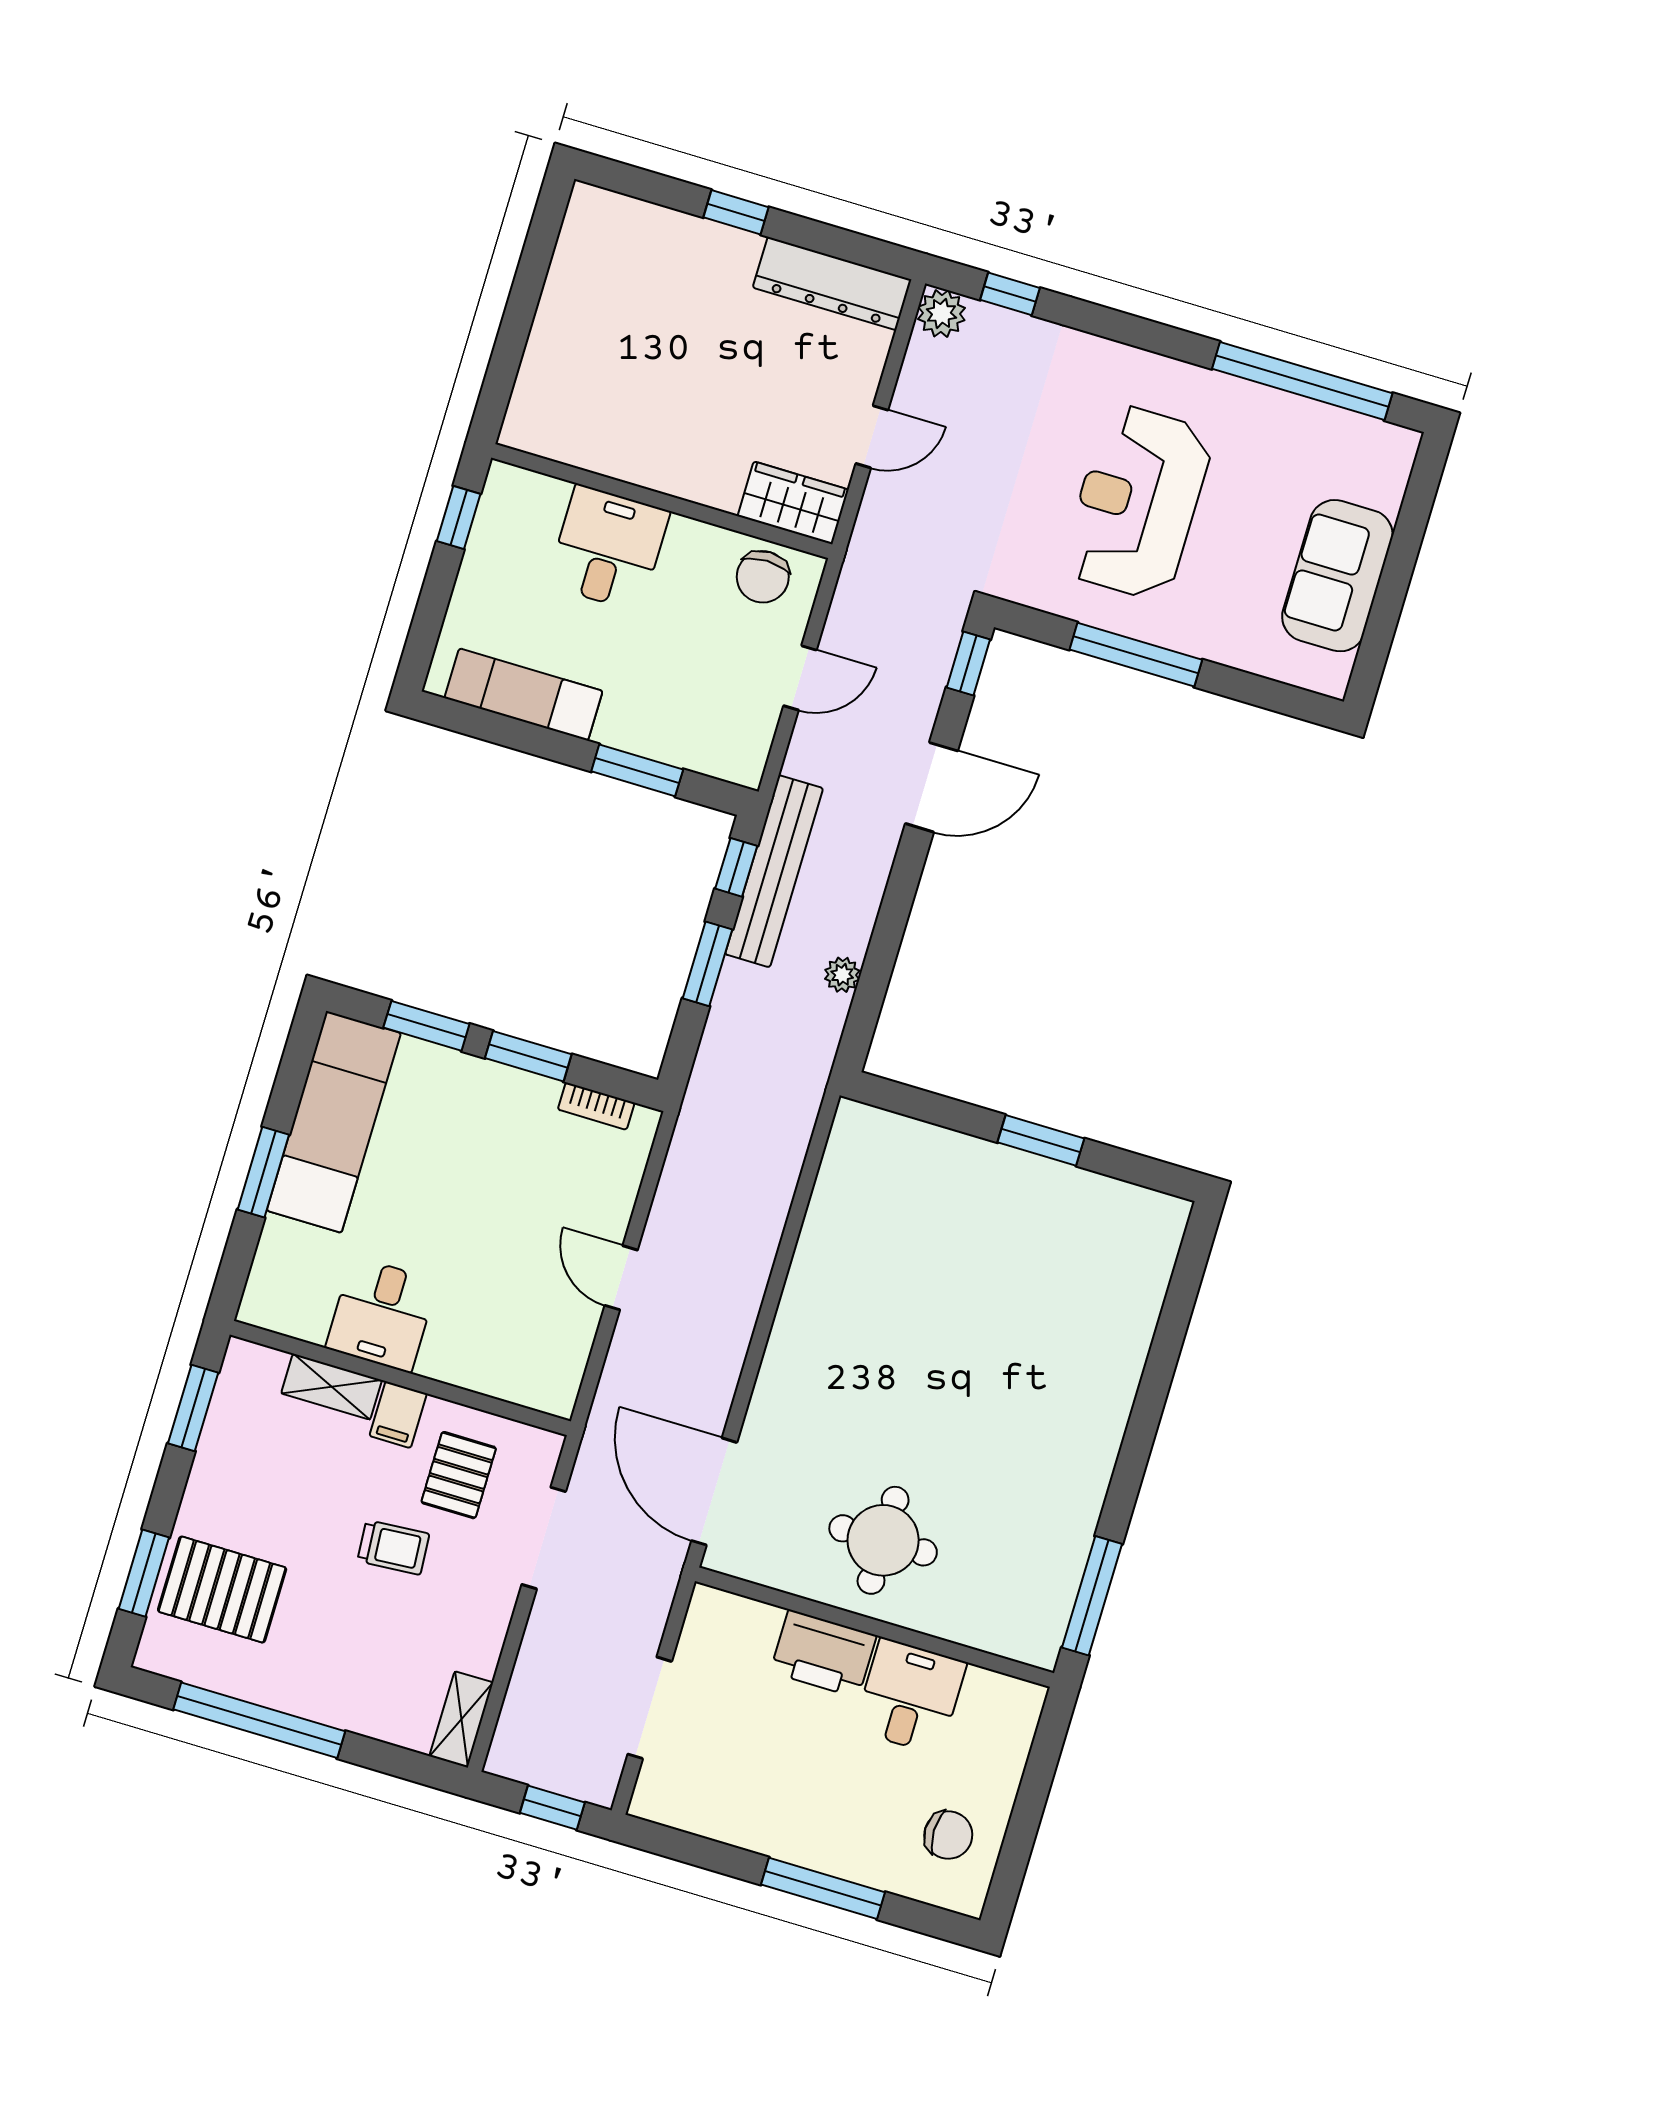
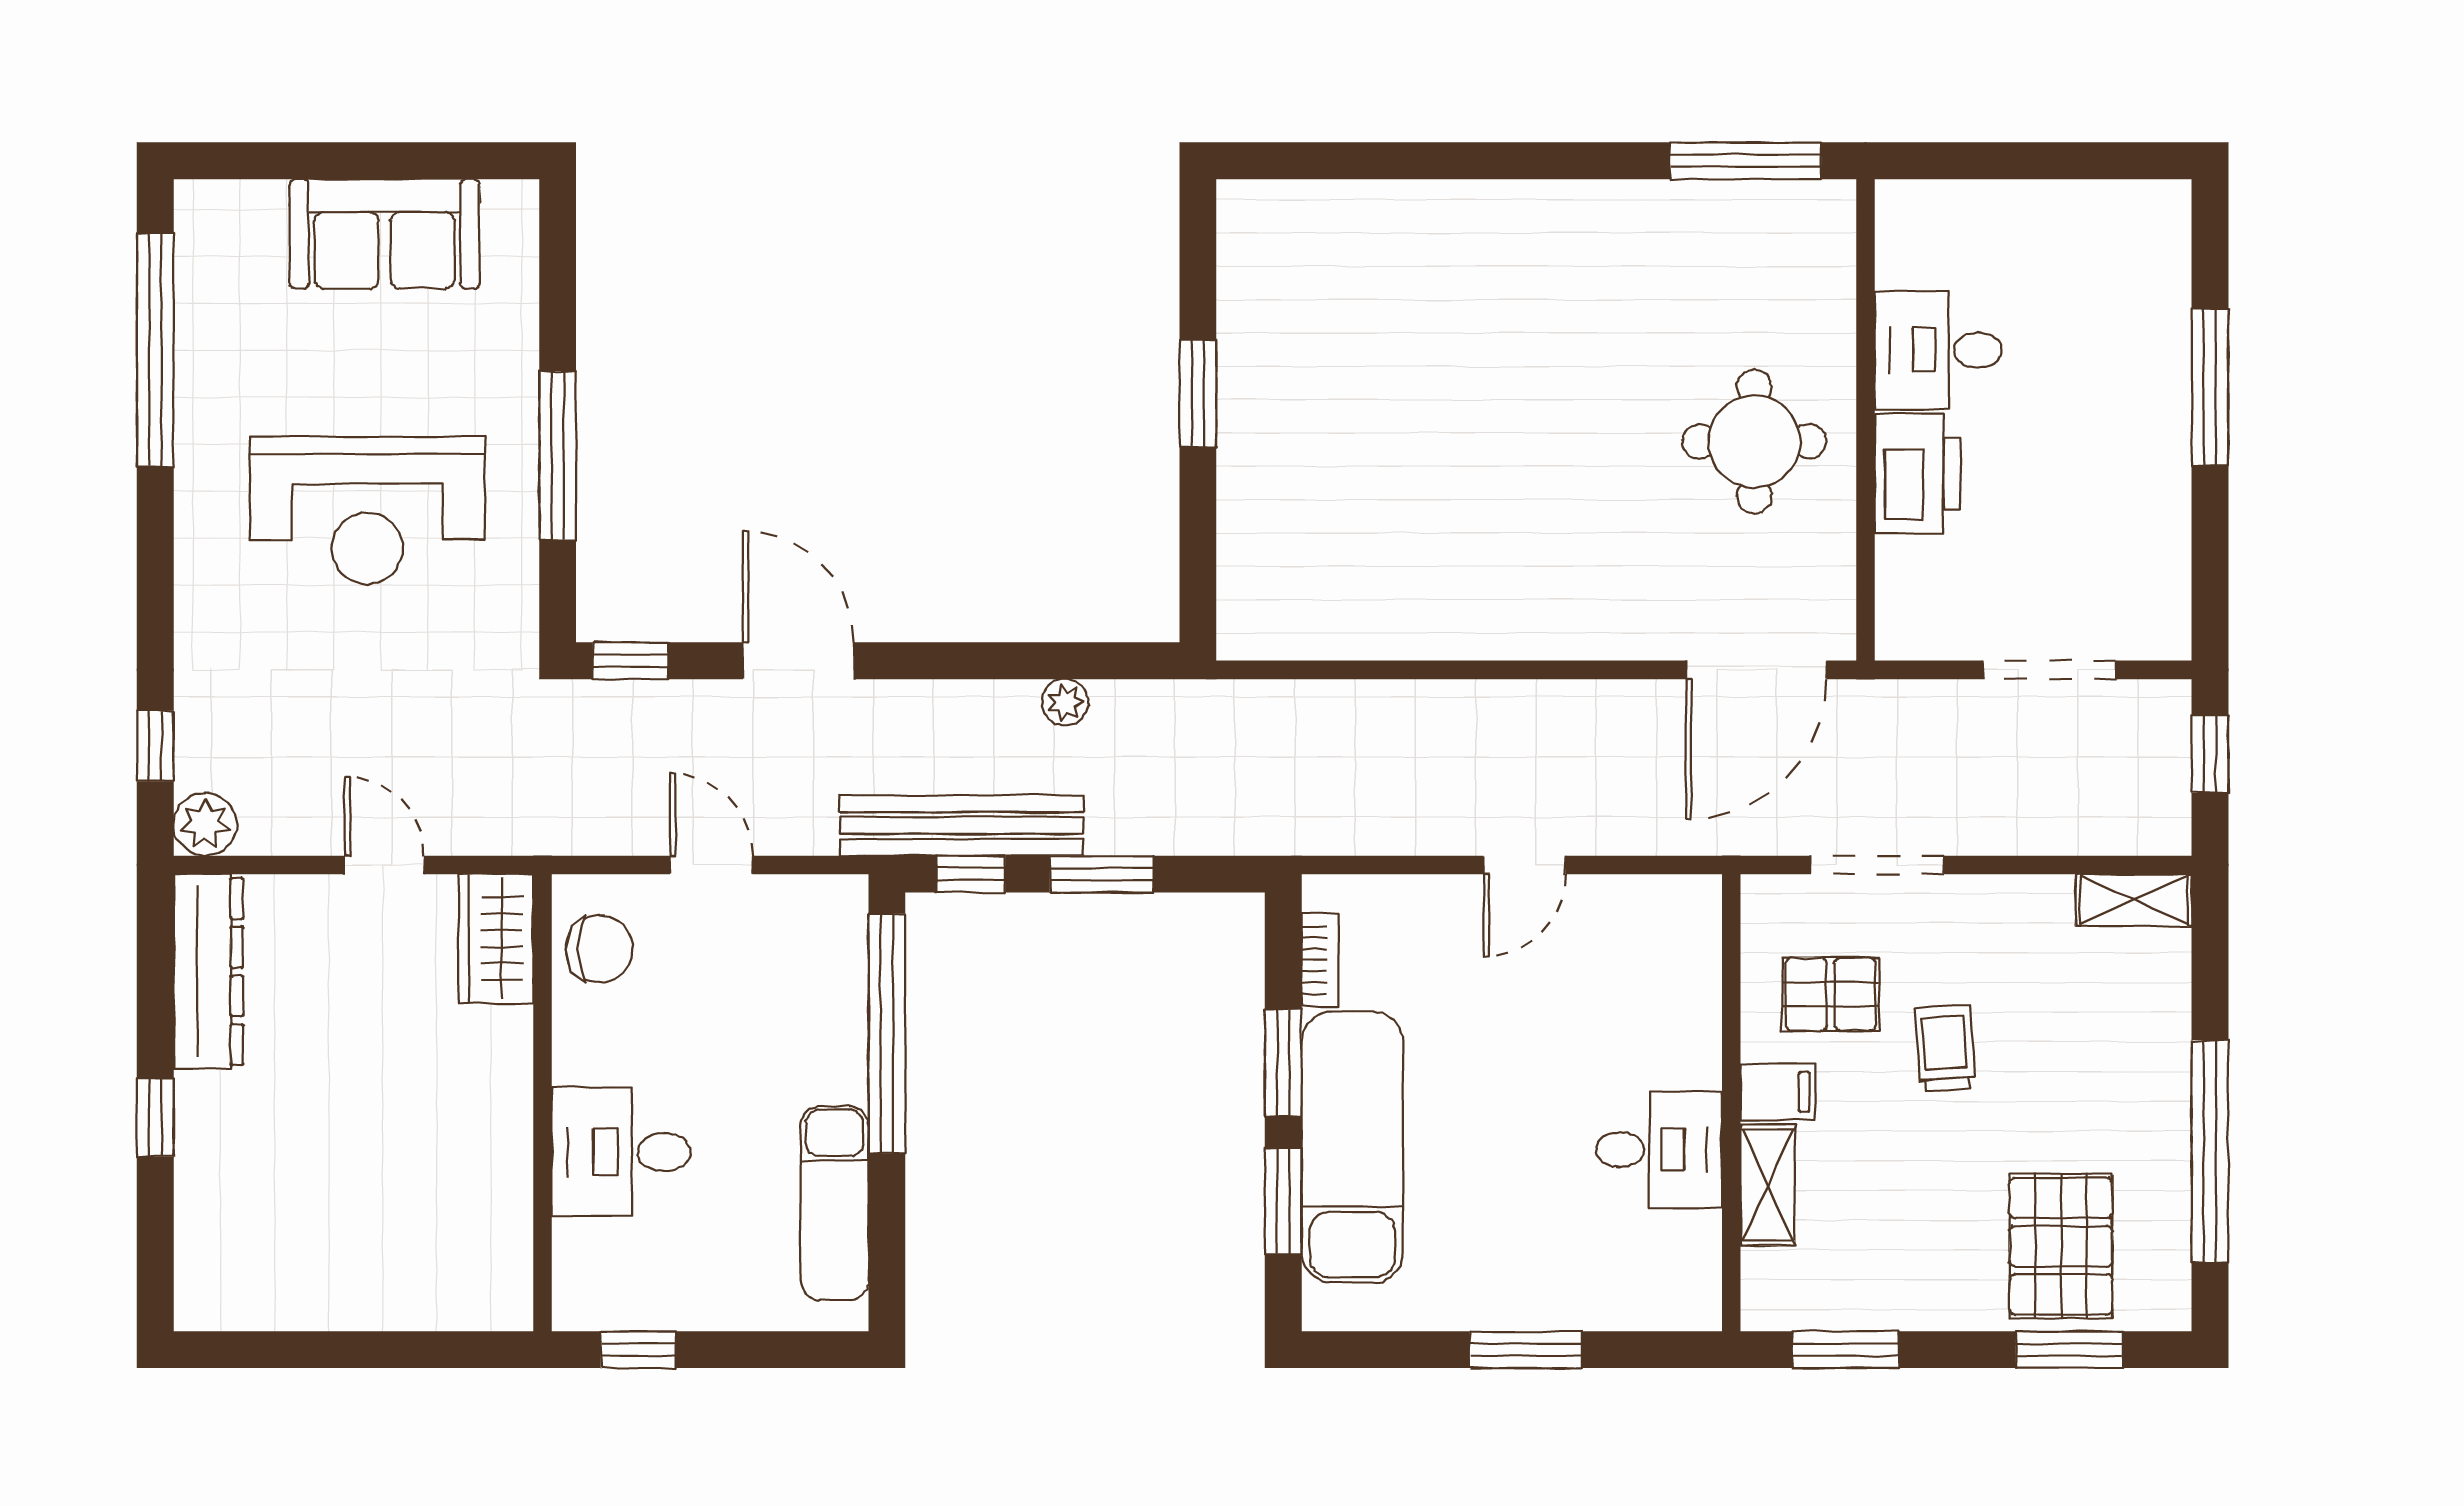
window: (637, 770) -> (887, 1033), width x2.11
exam couch: (334, 1122) -> (1352, 1147), moved, turned 90
chair: (948, 1835) -> (2097, 251), removed

